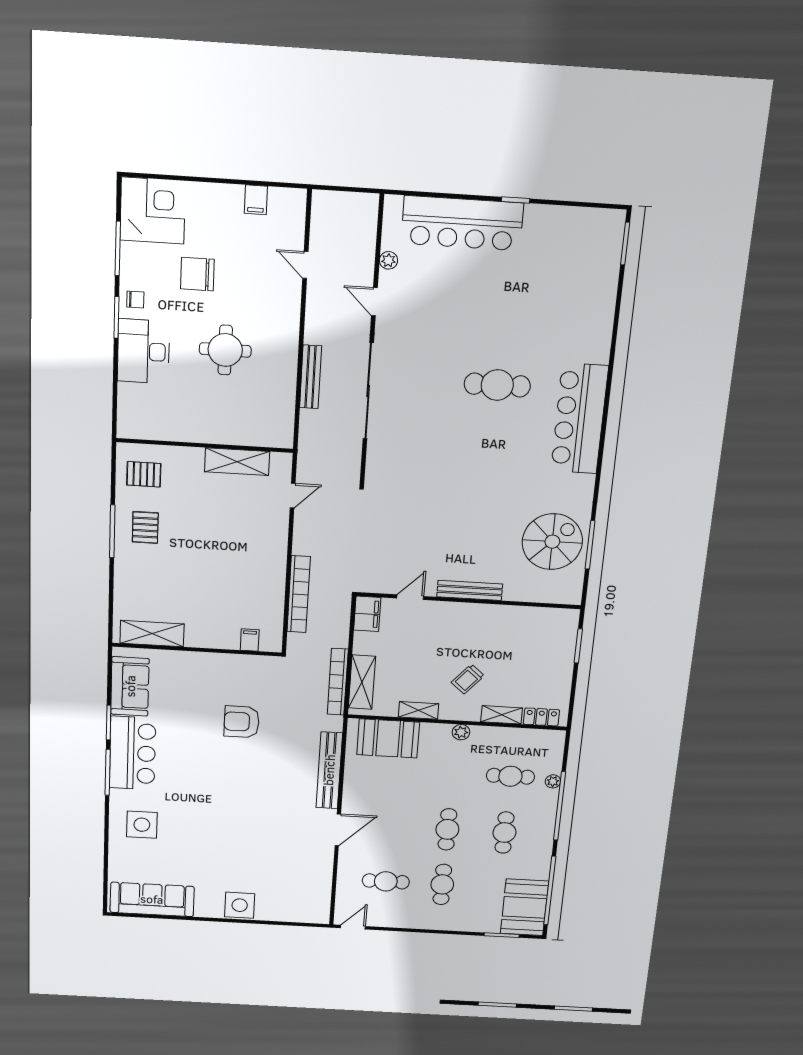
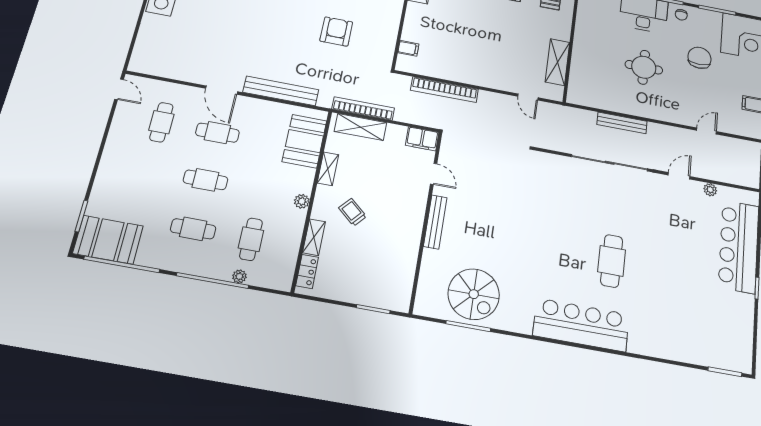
cafe table: (442, 884) -> (217, 133), moved

